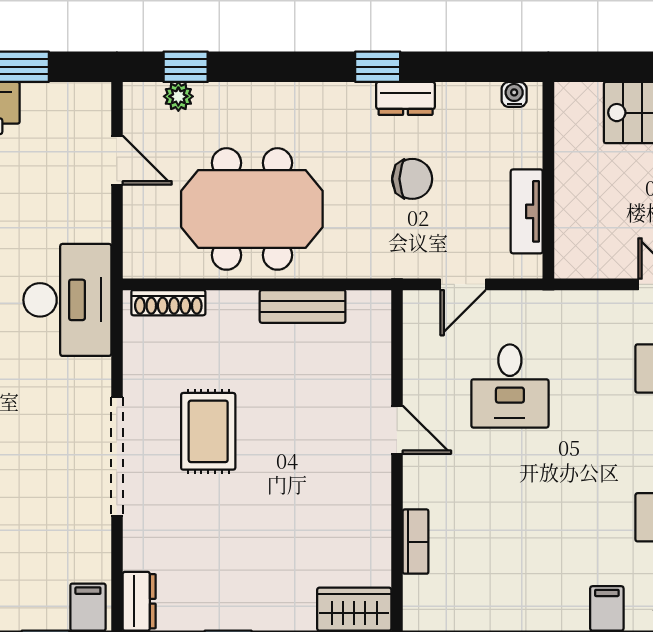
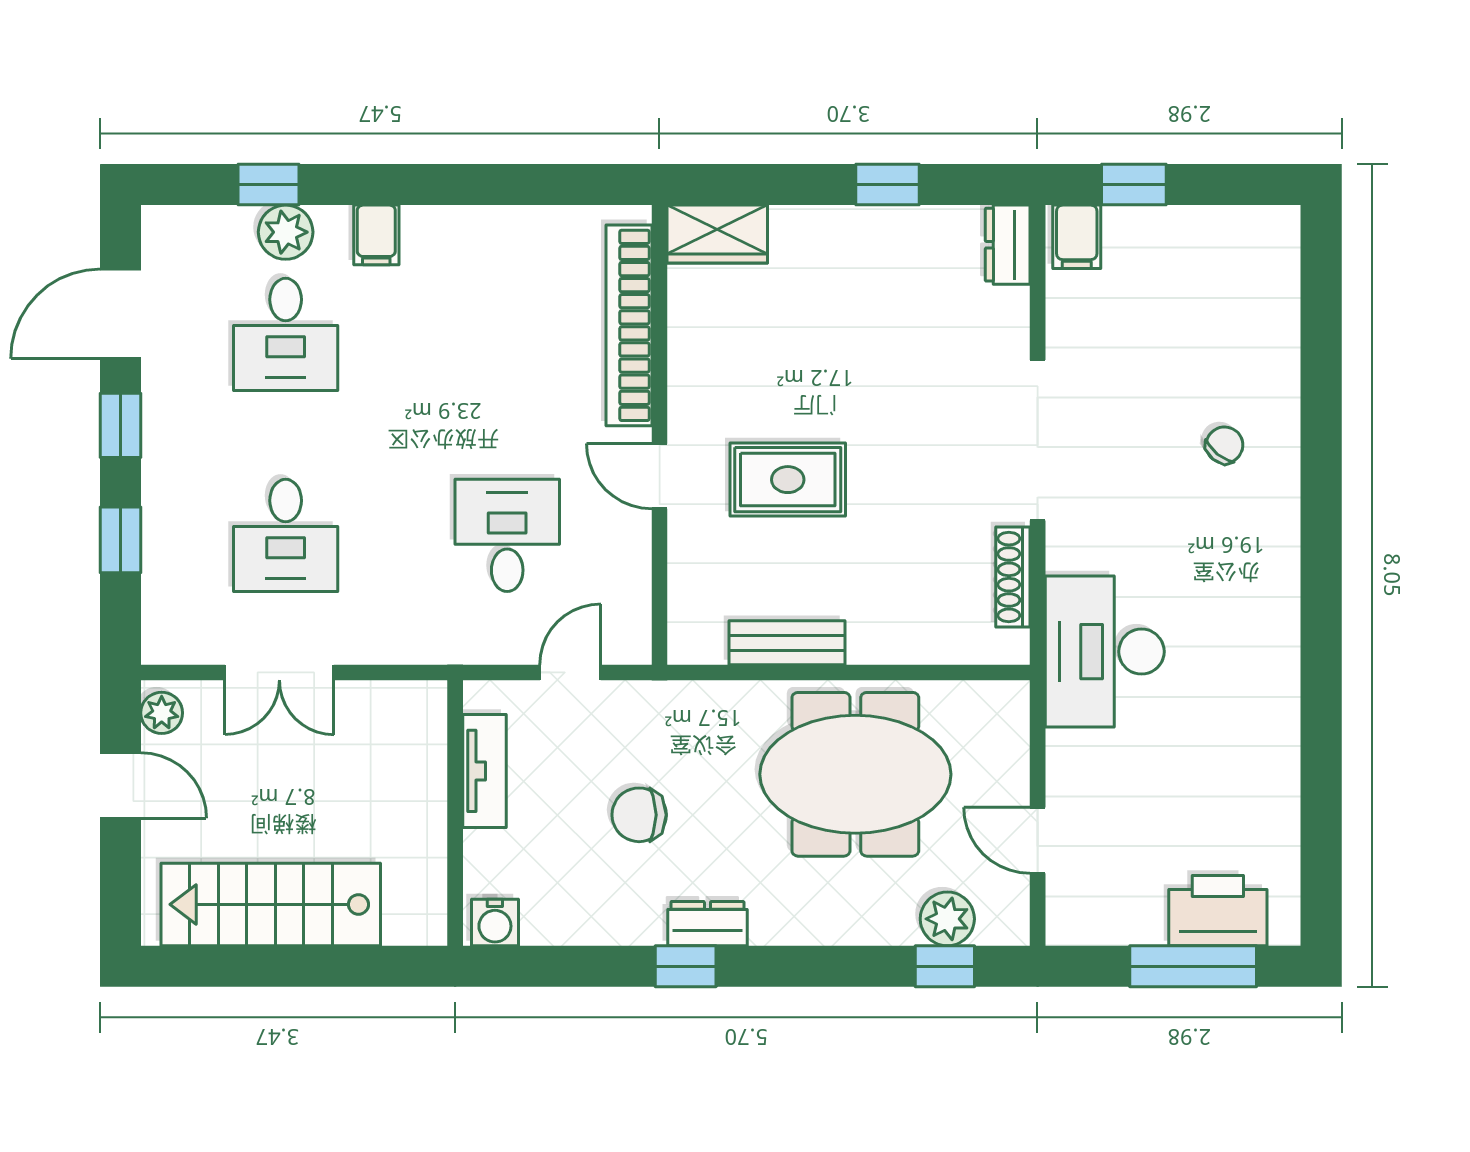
water cooler: (514, 94) -> (495, 922), width x1.38, depth x1.38
plant: (178, 96) -> (947, 919), width x1.38, depth x1.38
dresser: (406, 98) -> (707, 924), moved
shoe rack: (168, 303) -> (1013, 577), moved, turned -90
rug: (208, 431) -> (788, 480), moved, turned 90
bookcase: (416, 542) -> (629, 325), width x2.31, depth x1.31

